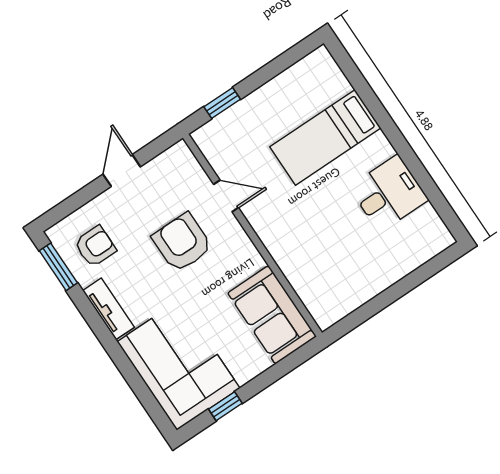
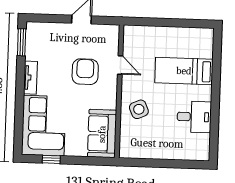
window: (222, 103) -> (149, 22), removed
side table: (300, 241) -> (139, 109), added
armchair: (95, 246) -> (45, 45), removed

